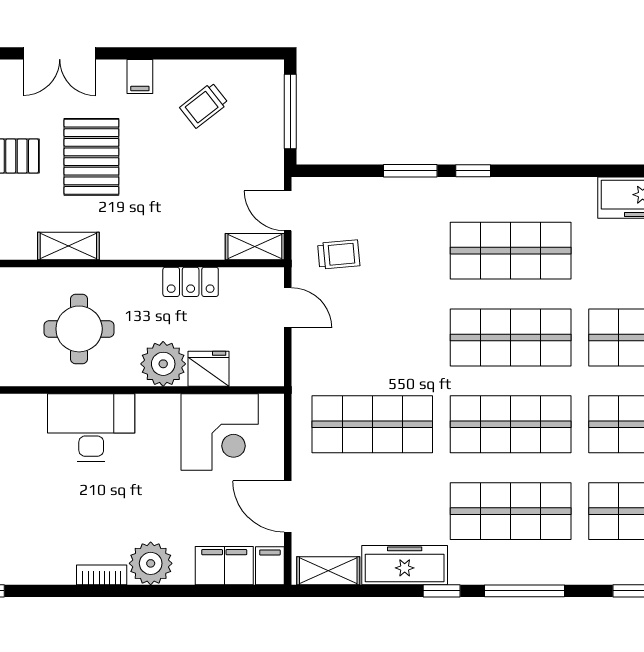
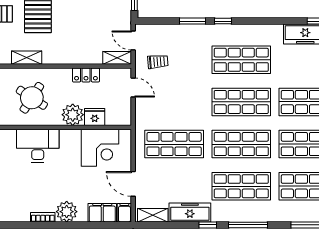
round table: (79, 329) -> (32, 98), turned 33

